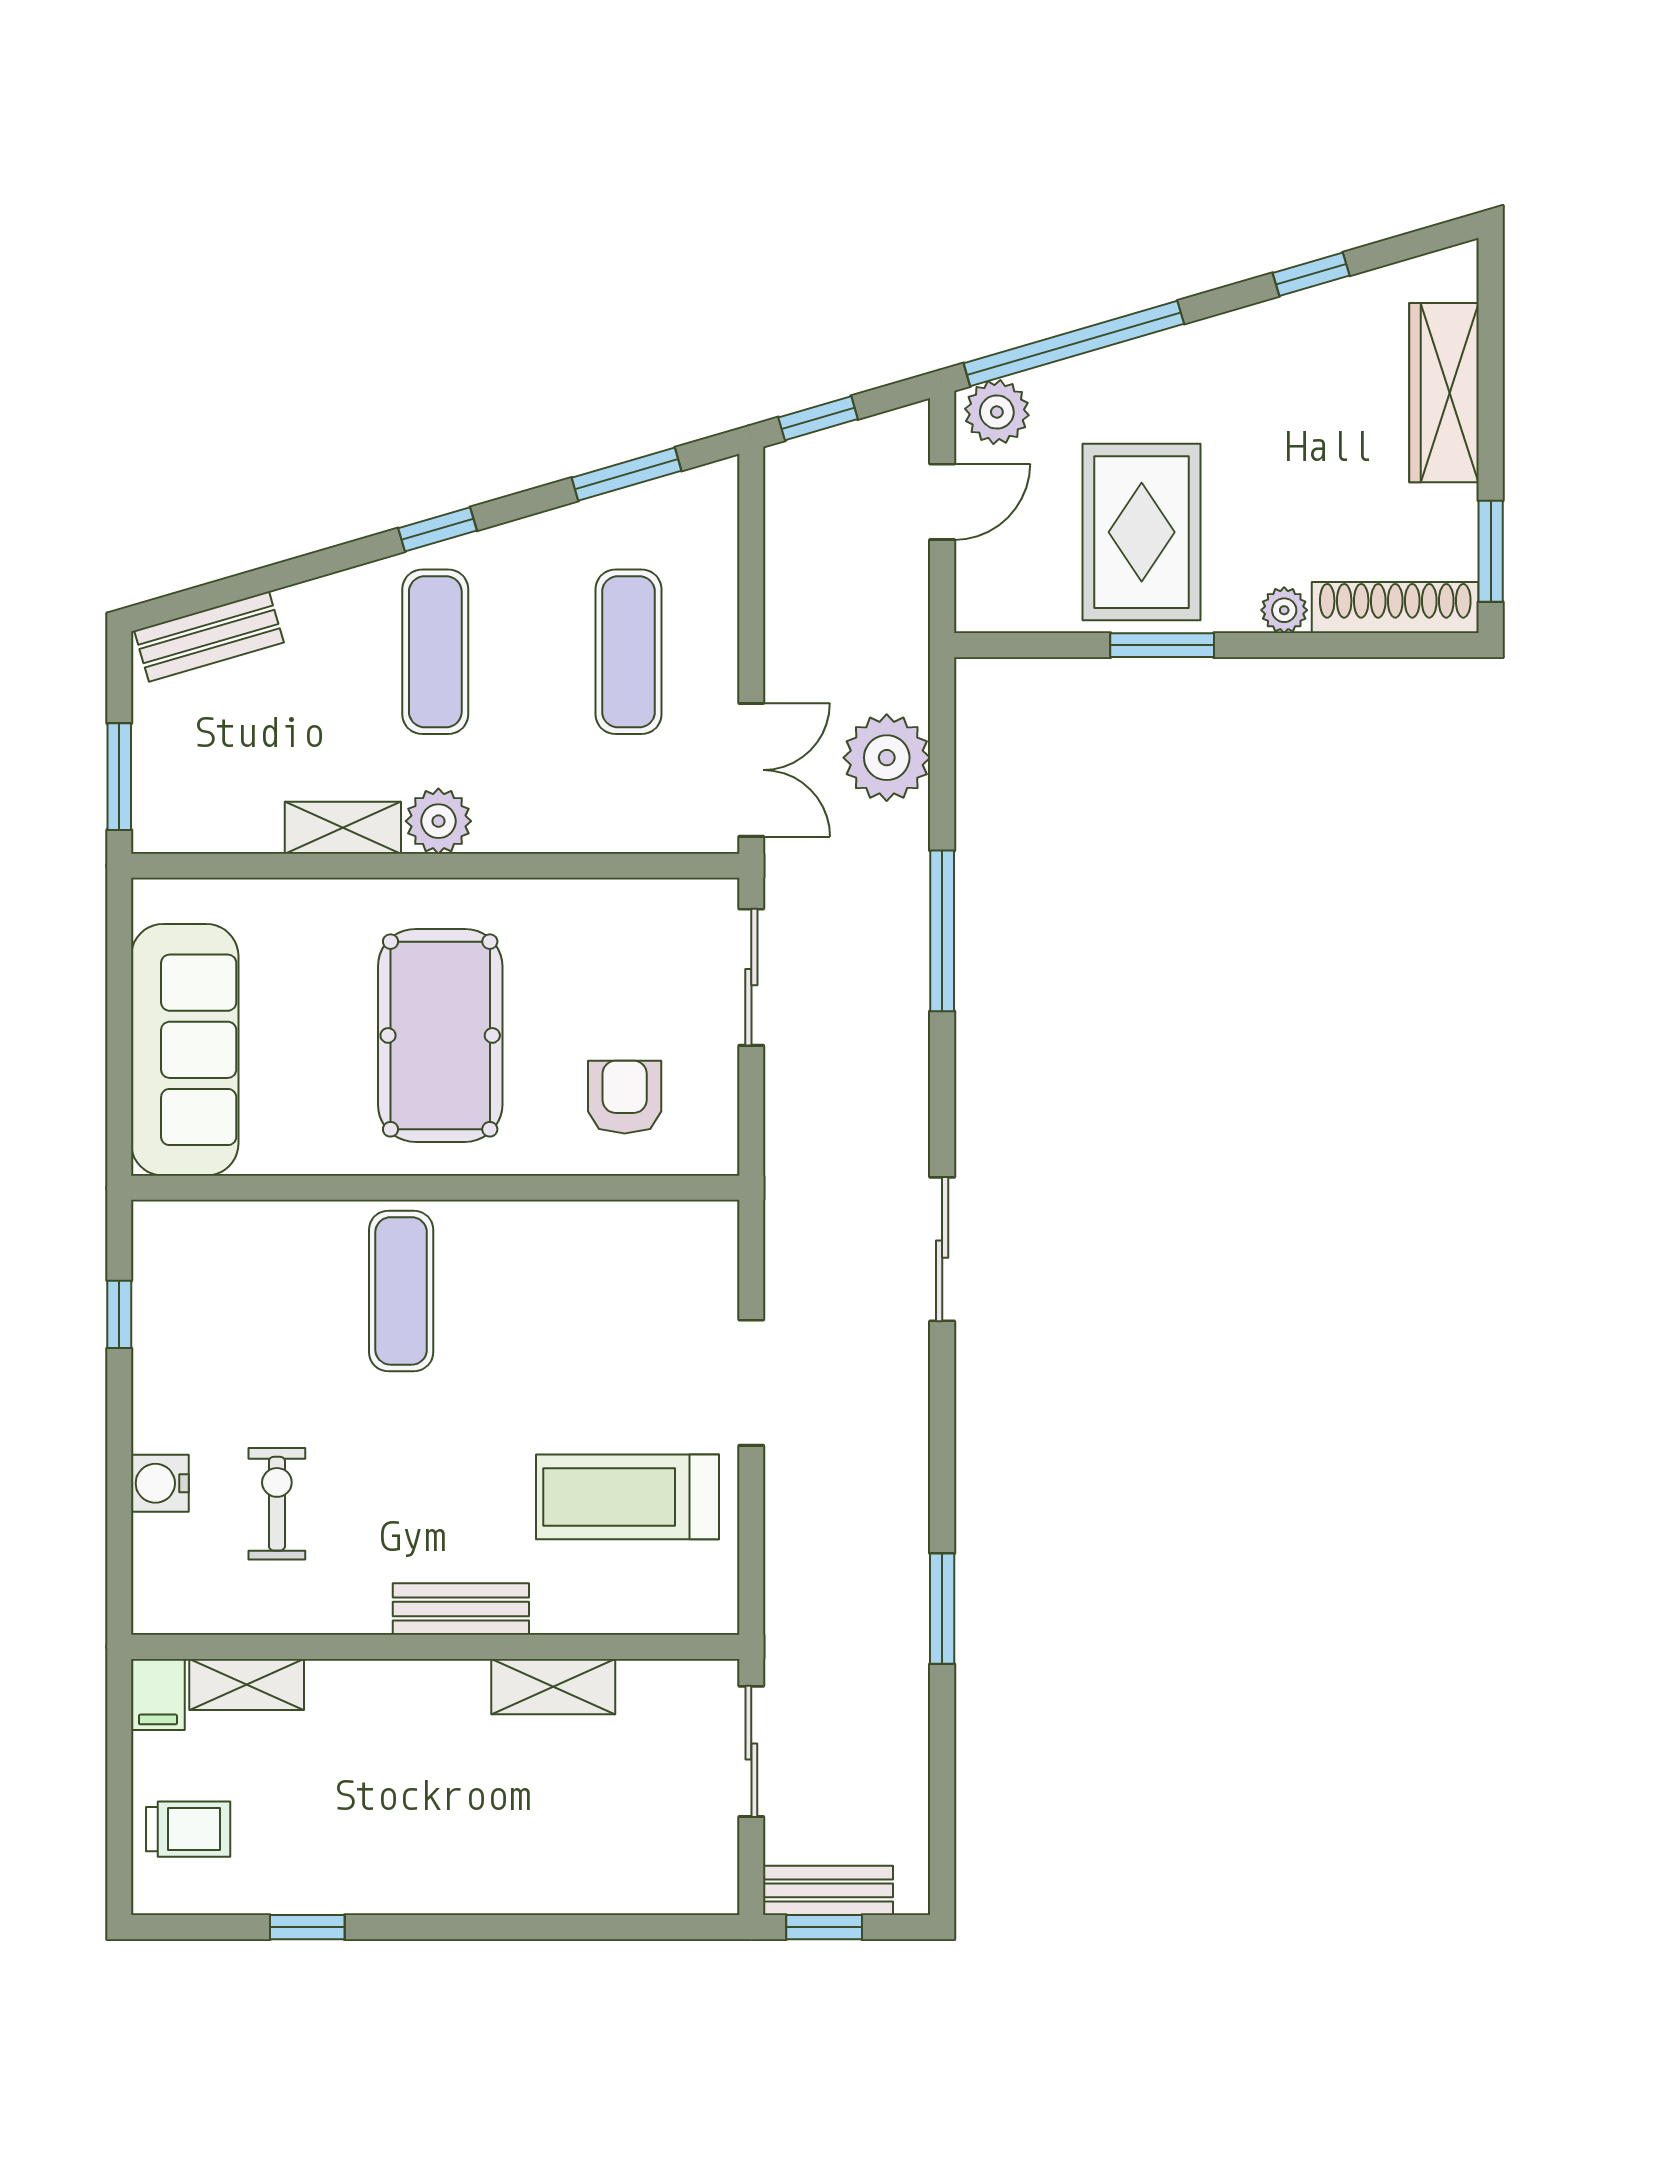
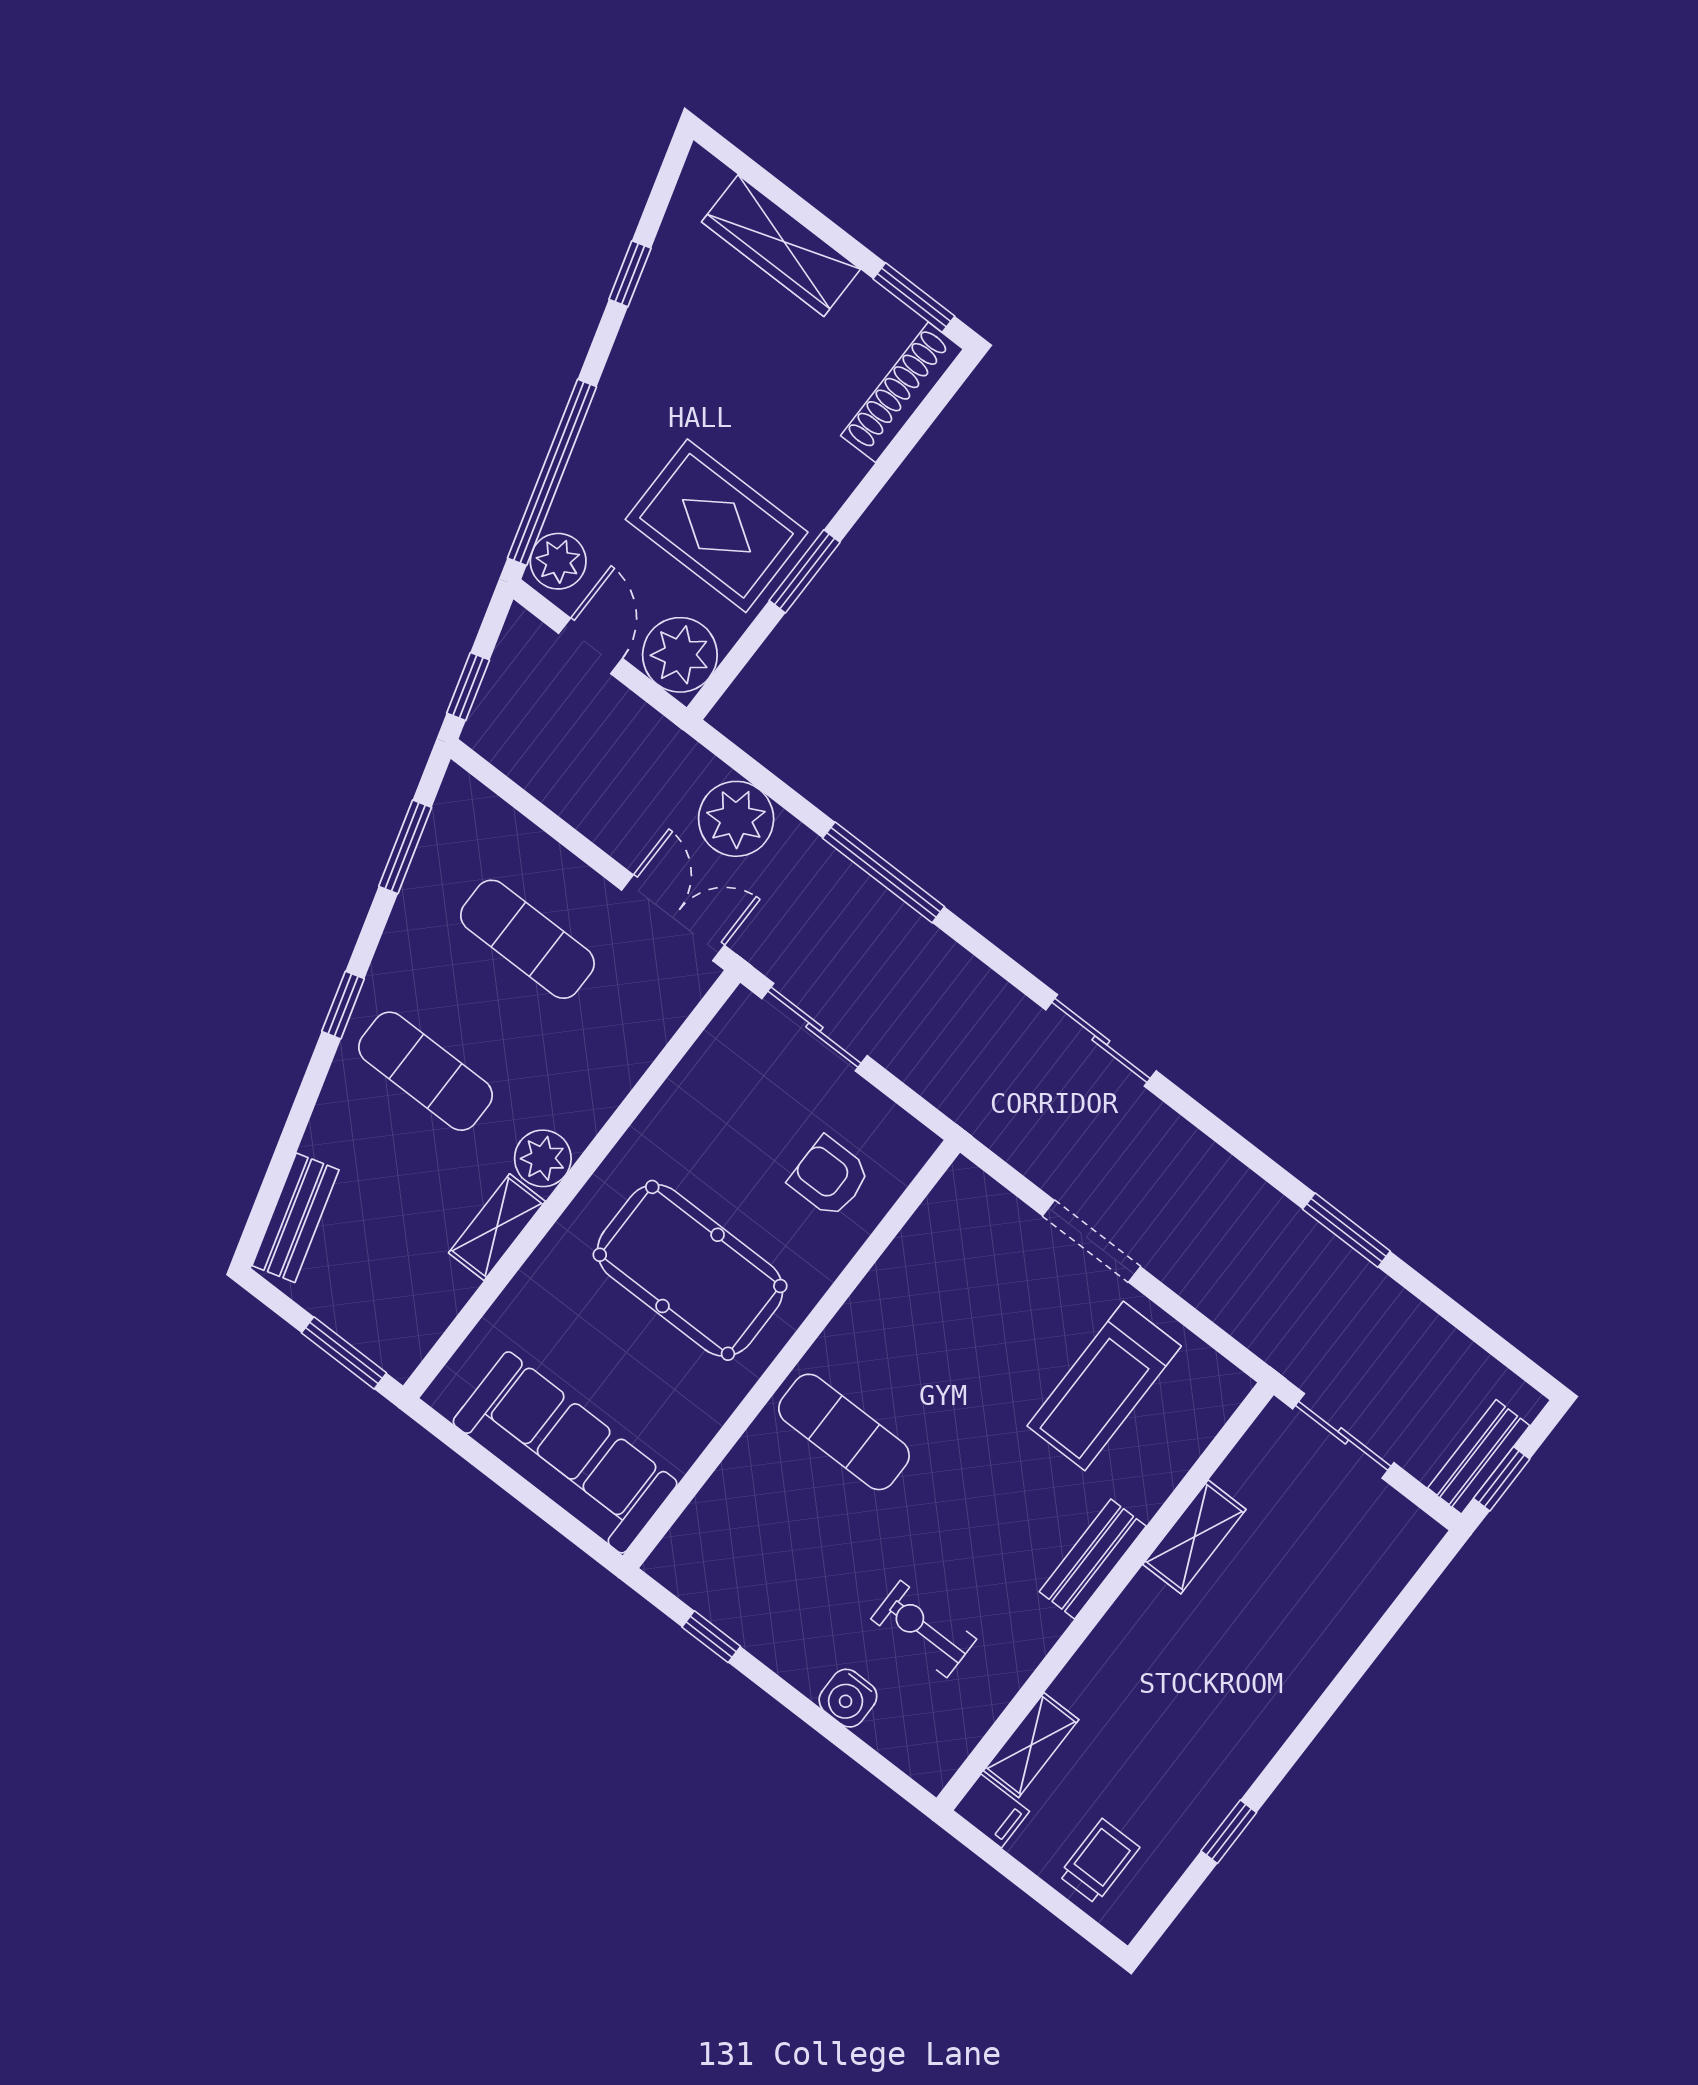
plant: (1284, 610) -> (680, 655), moved, width x1.88, depth x1.88

